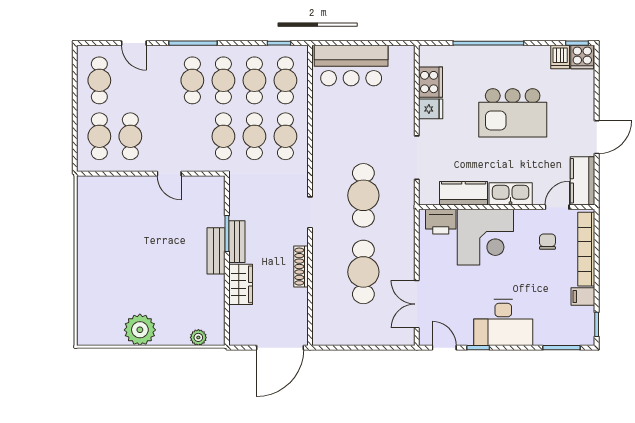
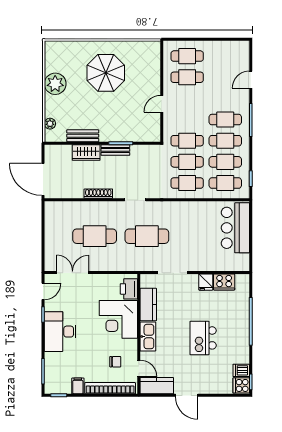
cafe table: (99, 80) -> (225, 56), removed
kitchen island: (513, 113) -> (203, 338), width x0.73, depth x0.78
bench: (216, 251) -> (83, 136), moved
parasol: (124, 256) -> (106, 73), added

